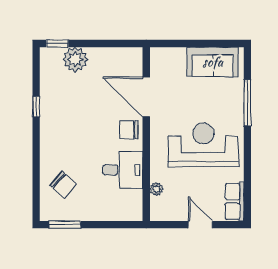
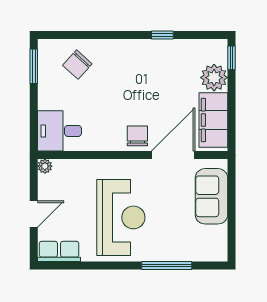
filing cabinet: (114, 60) -> (213, 120), added
sofa: (213, 62) -> (211, 196), moved
desk: (123, 170) -> (59, 131), moved, turned 90
plant: (156, 189) -> (45, 166), moved

